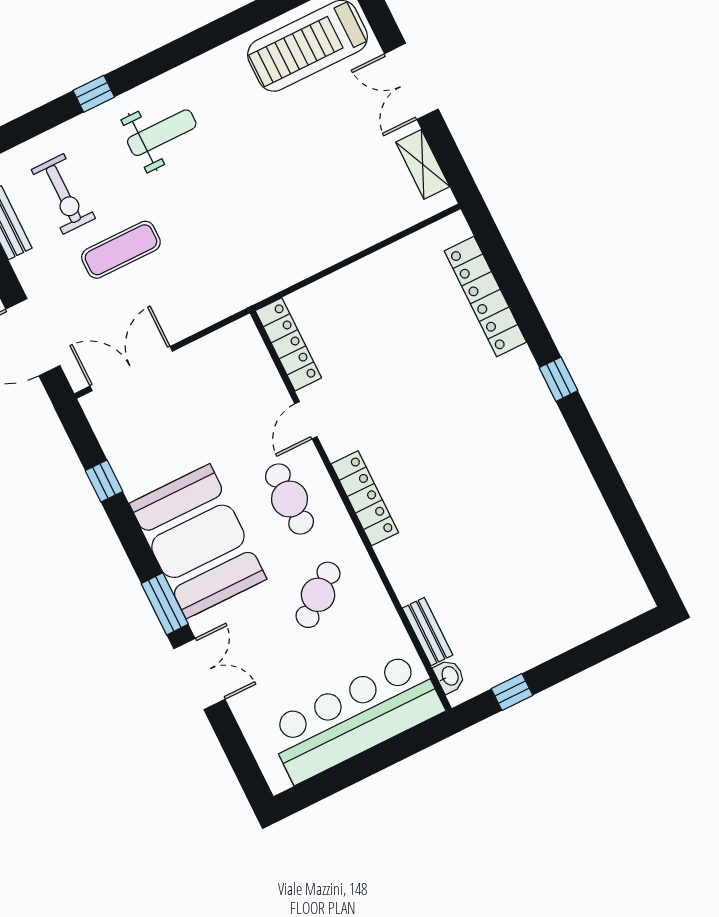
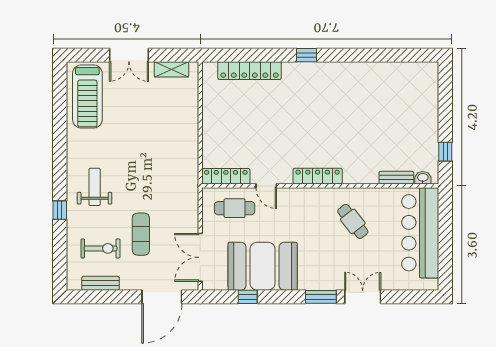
cafe table: (289, 499) -> (235, 208), moved
booth: (198, 541) -> (263, 266), moved

